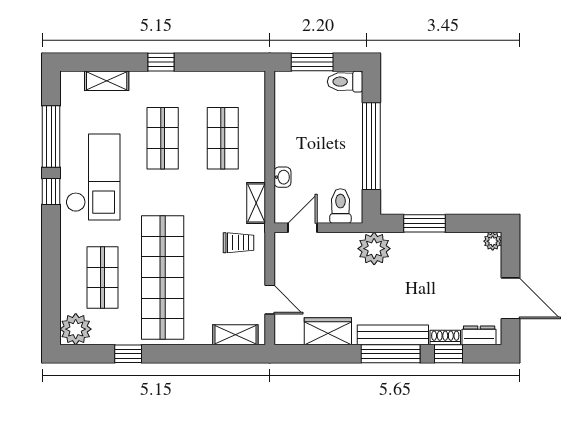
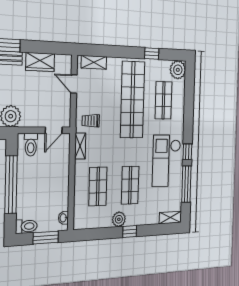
shelving: (107, 81) -> (170, 218), moved
plant: (182, 83) -> (119, 219), added
washbasin: (282, 177) -> (63, 218), moved

